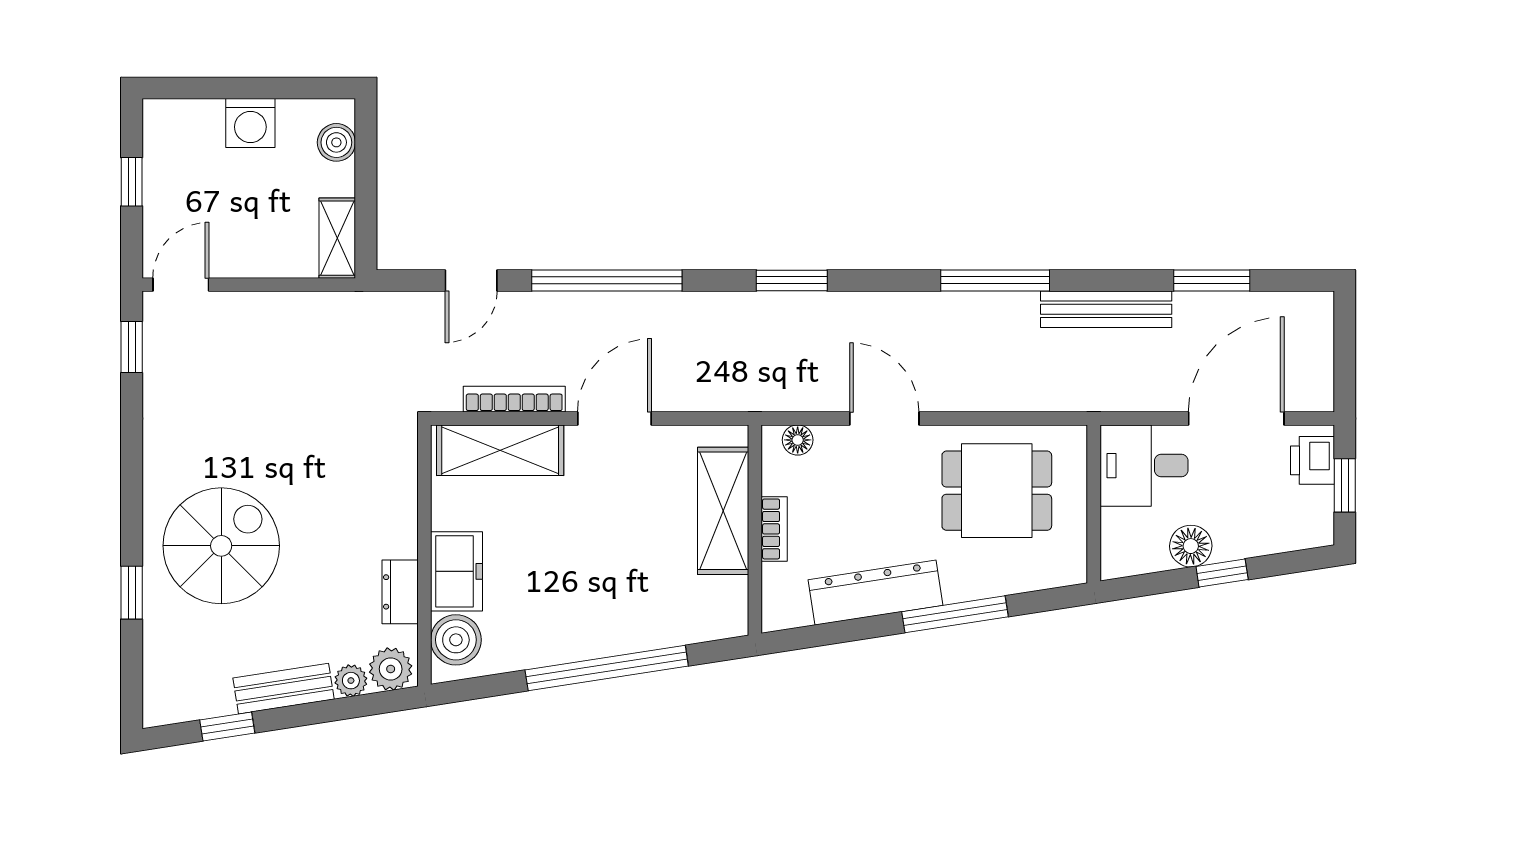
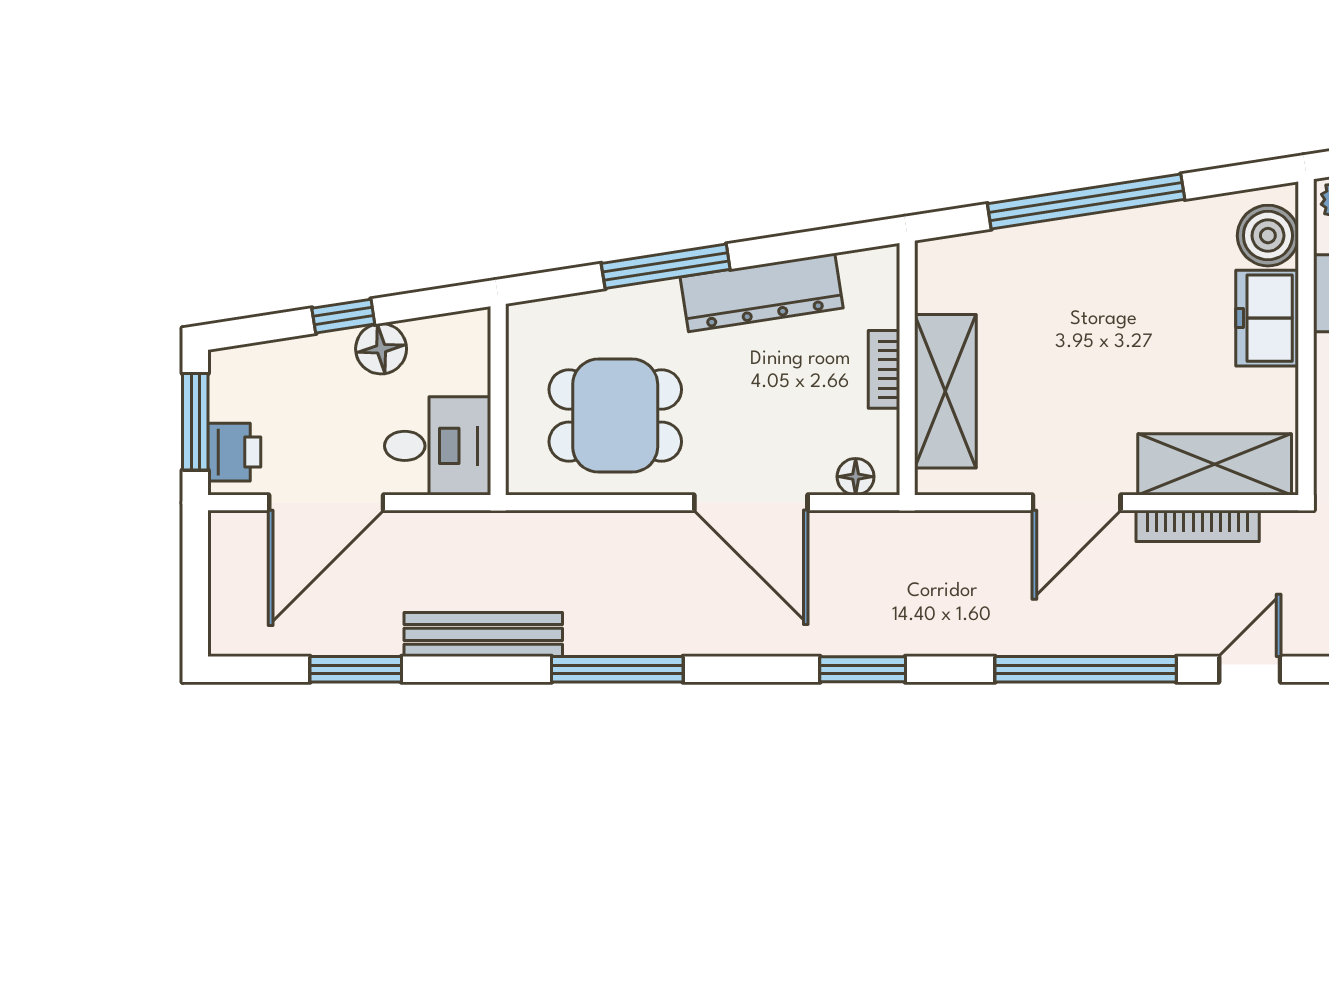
door: (884, 419) -> (751, 503), width x1.36
window: (1345, 485) -> (195, 422), width x1.50

